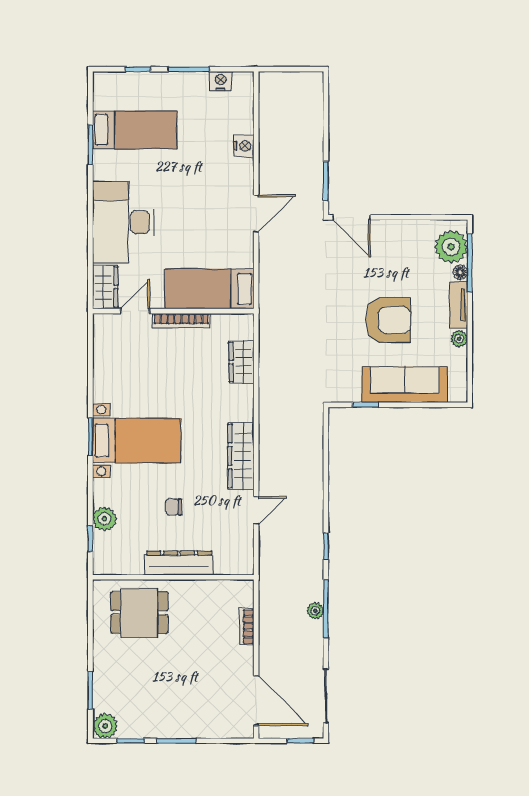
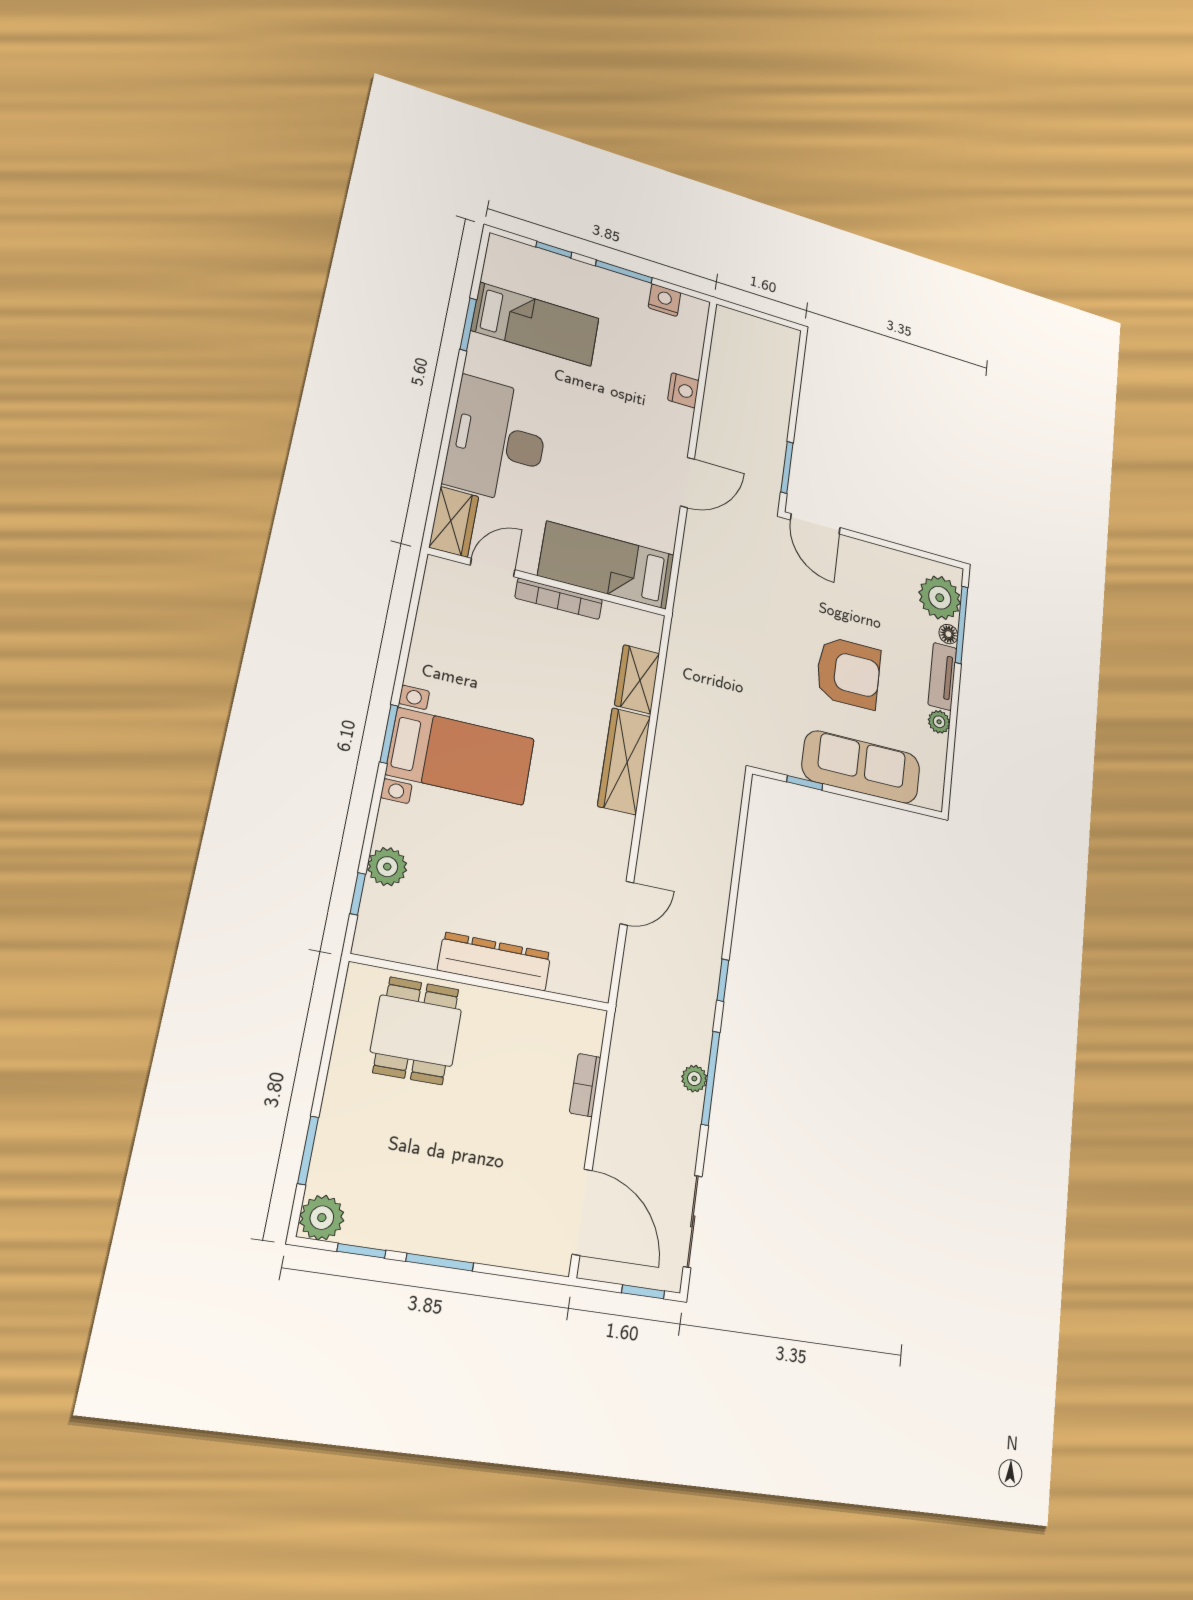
wardrobe: (241, 456) -> (624, 761), moved
chair: (174, 507) -> (501, 871), removed
dining table: (139, 613) -> (416, 1031), turned 90

